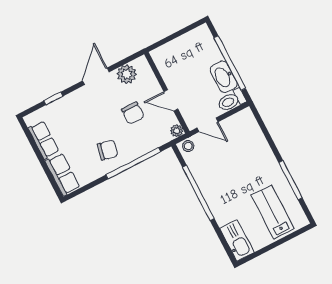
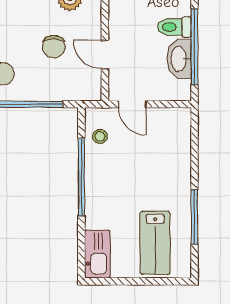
toilet: (231, 100) -> (174, 27), moved
plant: (177, 131) -> (93, 93), removed
stool: (188, 146) -> (100, 136), moved
lab bench: (273, 212) -> (155, 243), turned 180

